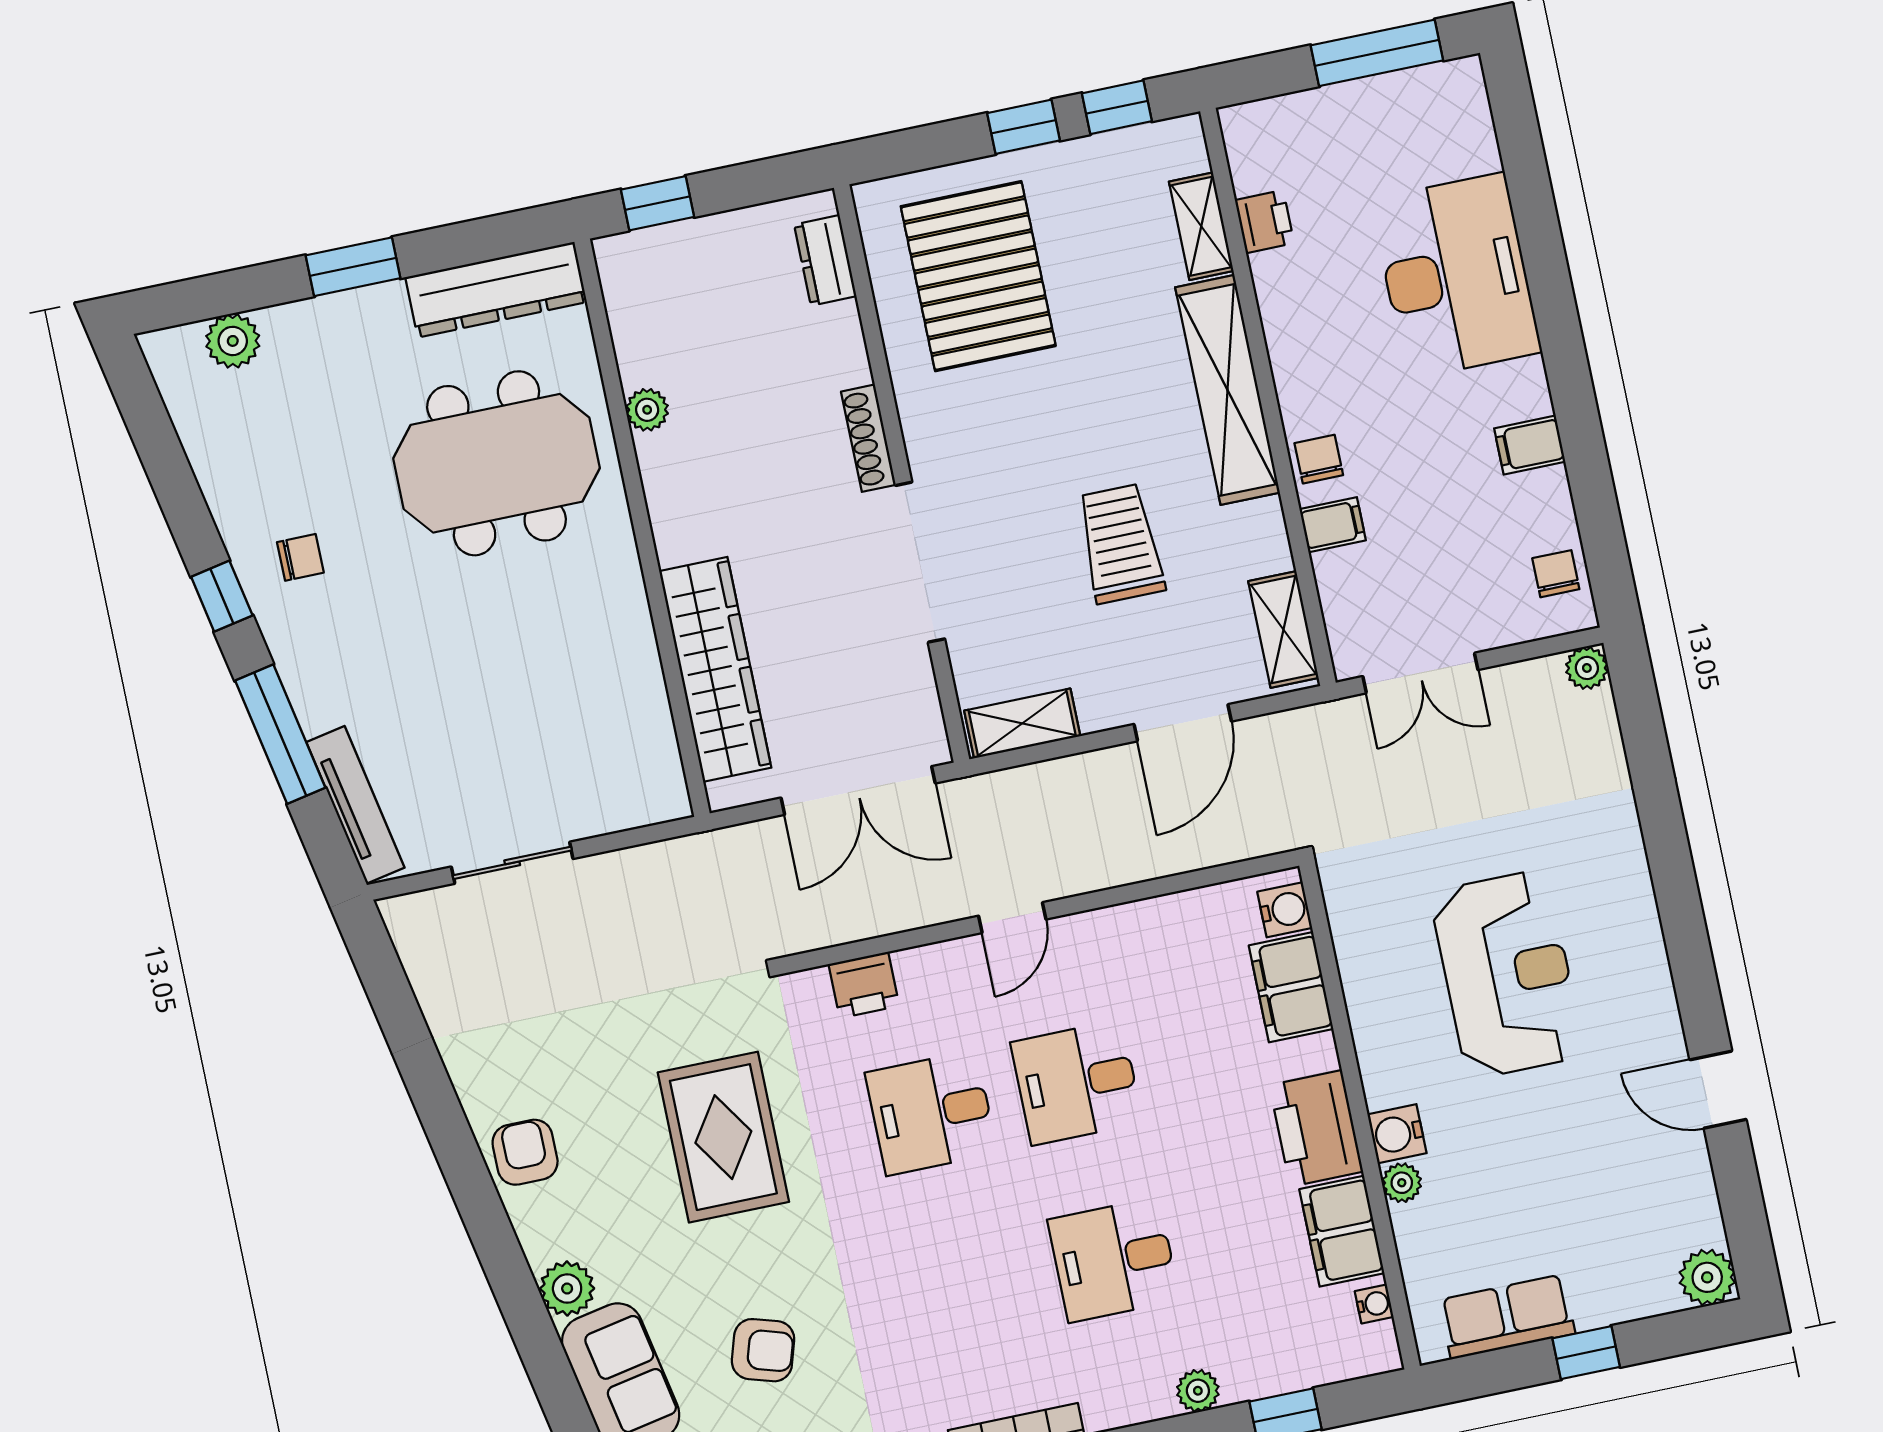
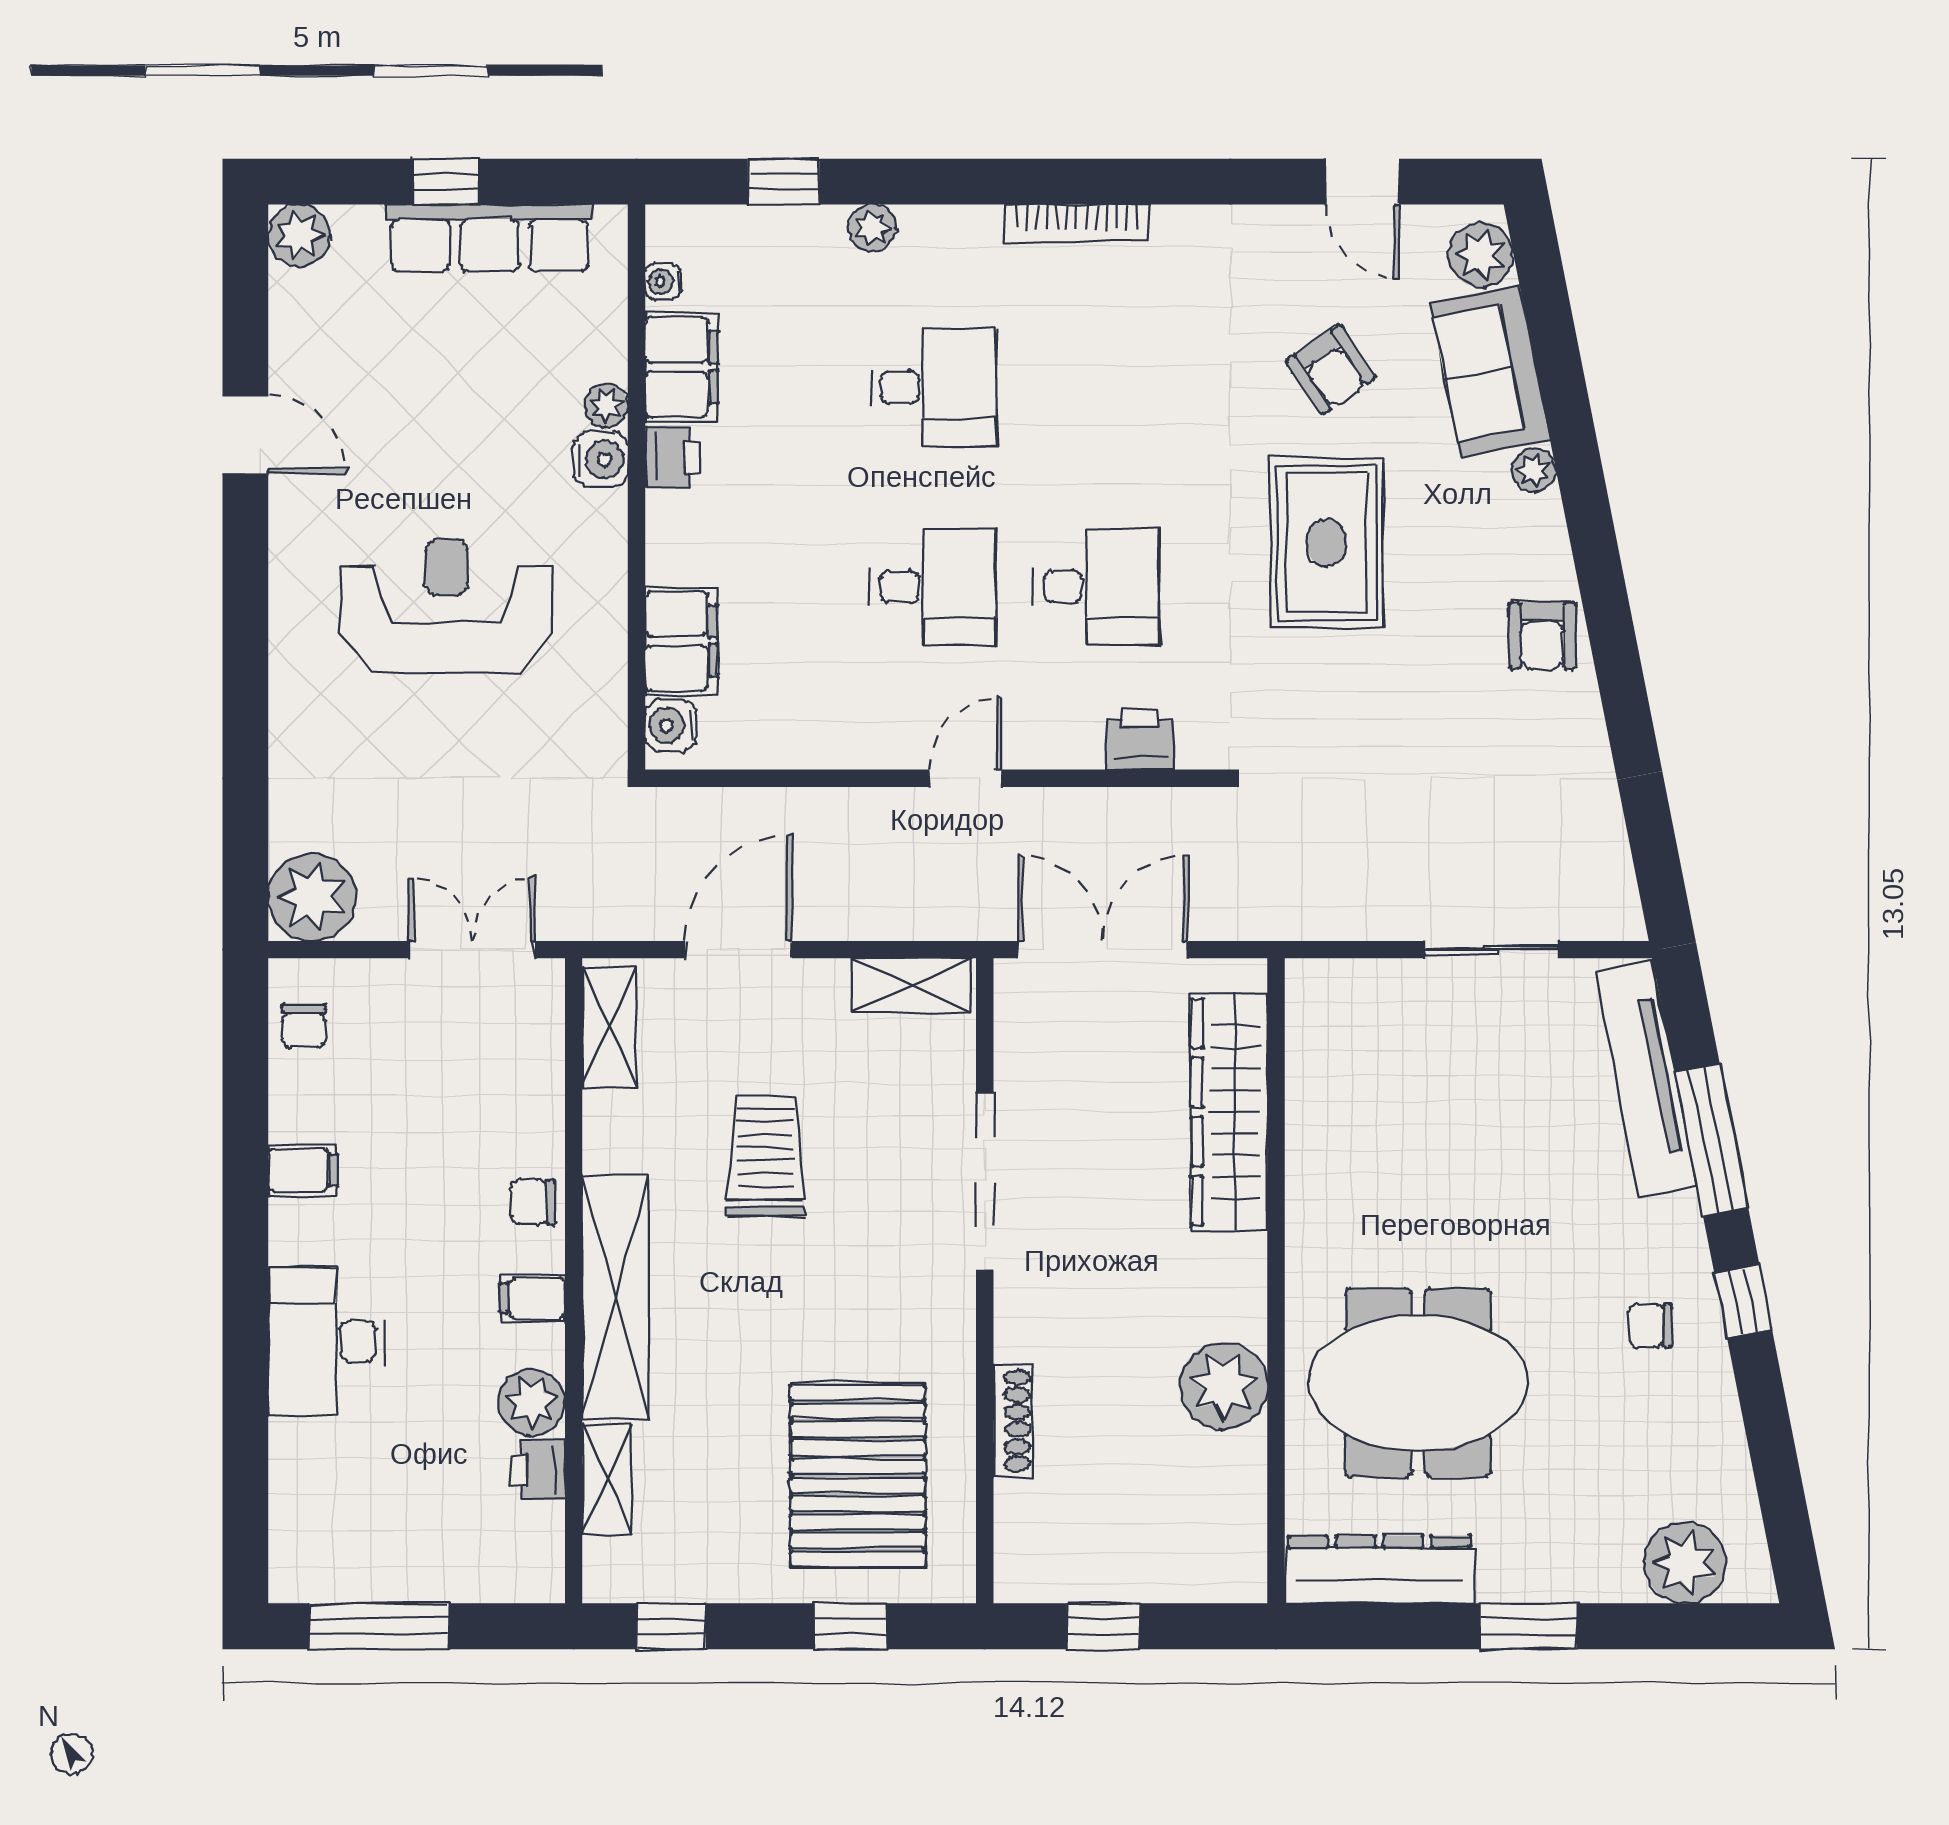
window: (1023, 127) -> (851, 1626), moved
window: (657, 203) -> (1103, 1626), moved
dresser: (825, 260) -> (1019, 1527), removed
desk: (1456, 276) -> (327, 1342), width x0.73, depth x0.77
plant: (1283, 281) -> (532, 1402), added
plant: (233, 341) -> (1685, 1563), width x1.36, depth x1.36
plant: (647, 410) -> (1224, 1386), width x1.88, depth x1.88
shoe rack: (868, 438) -> (1012, 1421), moved
chair: (1319, 459) -> (533, 1202), turned 90
filing cabinet: (1333, 525) -> (533, 1298), moved
trolley: (1120, 544) -> (765, 1156), turned 180
plant: (1587, 668) -> (312, 897), width x1.87, depth x1.87
tv unit: (355, 805) -> (1646, 1078), width x1.36, depth x1.29
reception desk: (1507, 974) -> (446, 606), turned 90
printer: (1316, 1128) -> (673, 457), width x0.53, depth x0.68
rug: (723, 1137) -> (1327, 543), moved
plant: (567, 1289) -> (1534, 470), width x0.73, depth x0.73
row of seats: (1507, 1317) -> (490, 238), width x1.48
armchair: (763, 1350) -> (1331, 369), turned -141

